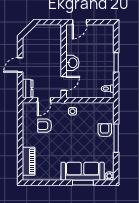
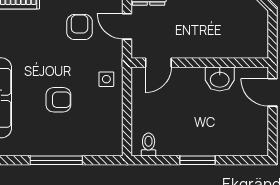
washbasin: (72, 63) -> (220, 79), moved
door: (64, 83) -> (158, 63), hinge flipped
armchair: (105, 130) -> (58, 100), moved

